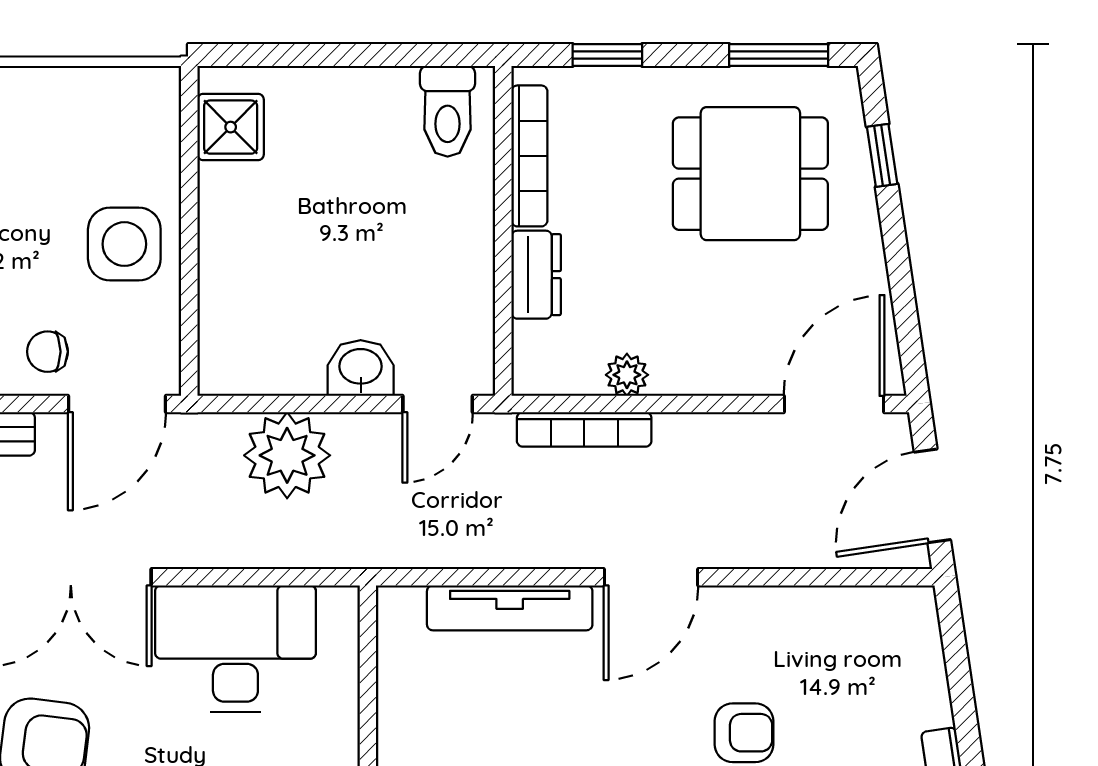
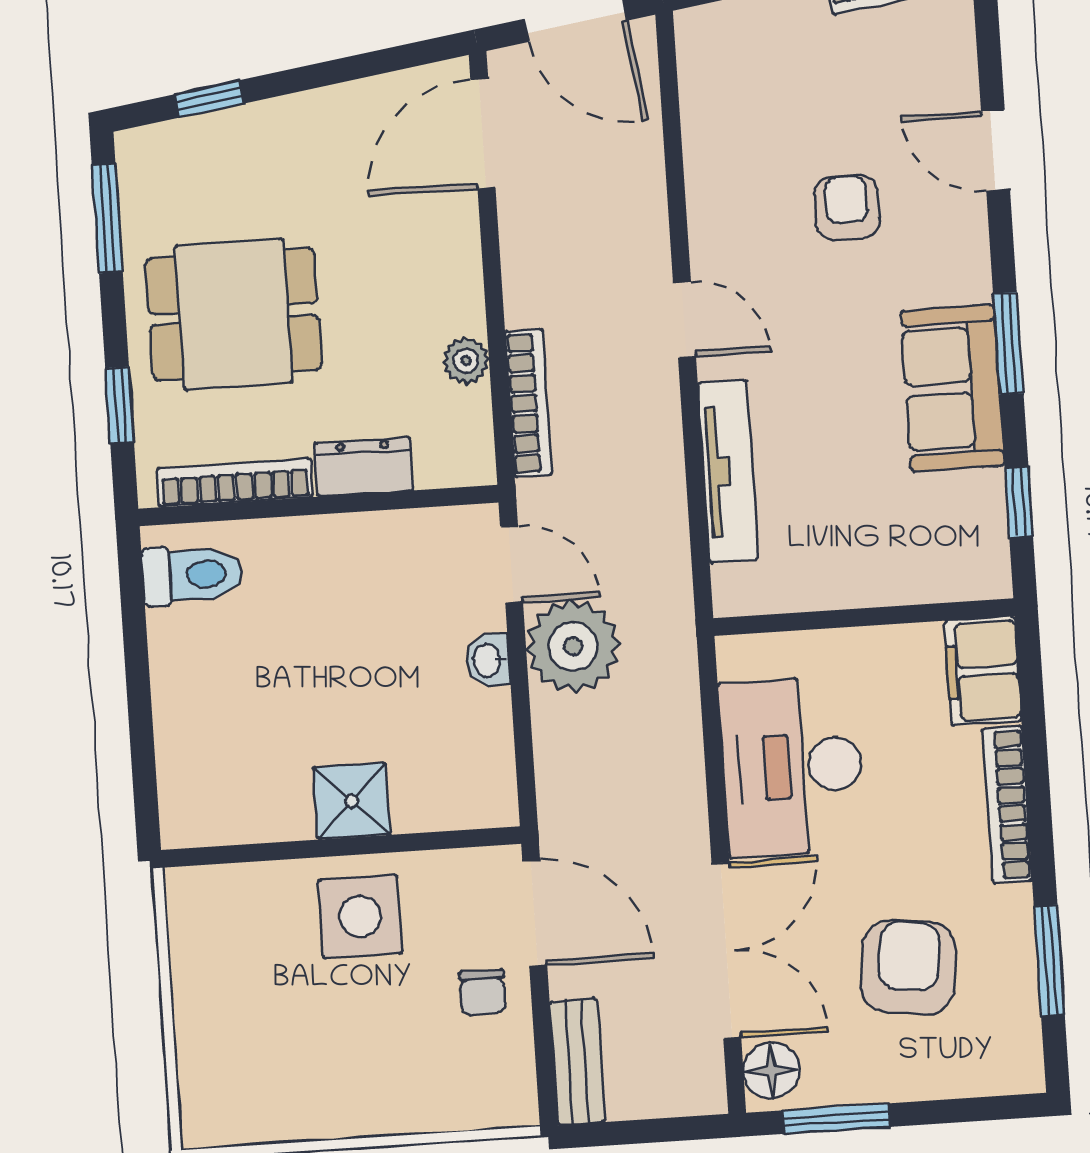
shower: (231, 127) -> (352, 801), moved
dining table: (750, 174) -> (234, 314), moved, turned 90
washbasin: (361, 368) -> (488, 660), width x0.72, depth x0.69
door: (834, 404) -> (483, 133), hinge flipped
plant: (287, 455) -> (573, 646), moved
door: (651, 577) -> (684, 320), width x0.73

